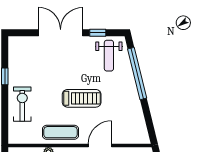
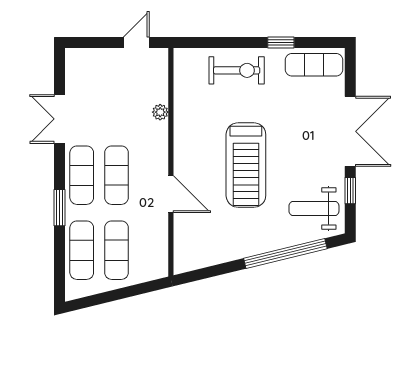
treadmill: (82, 98) -> (246, 165), width x1.37, depth x1.38
exercise mat: (60, 132) -> (314, 65), moved, turned 90

